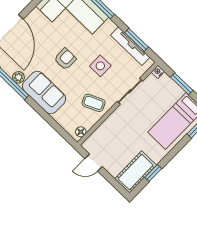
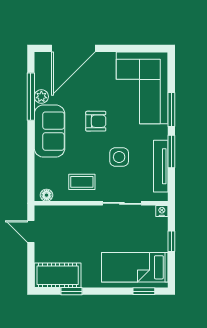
window: (137, 40) -> (171, 151), moved
window: (182, 84) -> (171, 241), width x0.67
coffee table: (94, 103) -> (82, 182), turned -66

